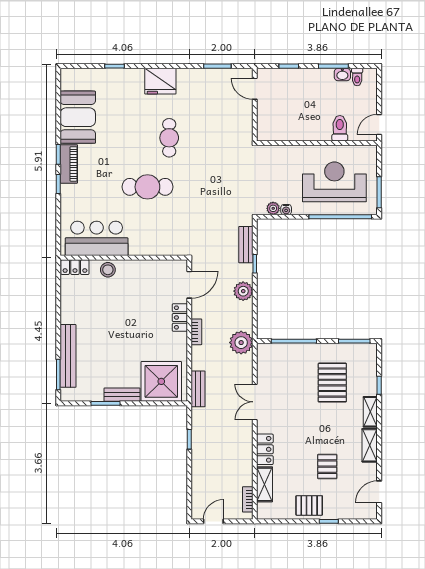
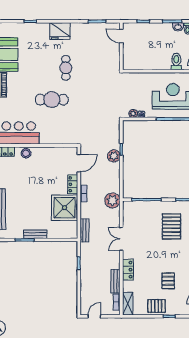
bench: (246, 245) -> (115, 281), moved
plant: (243, 291) -> (114, 156), moved
shower: (161, 381) -> (65, 208), moved
shelving: (265, 484) -> (128, 304), moved

